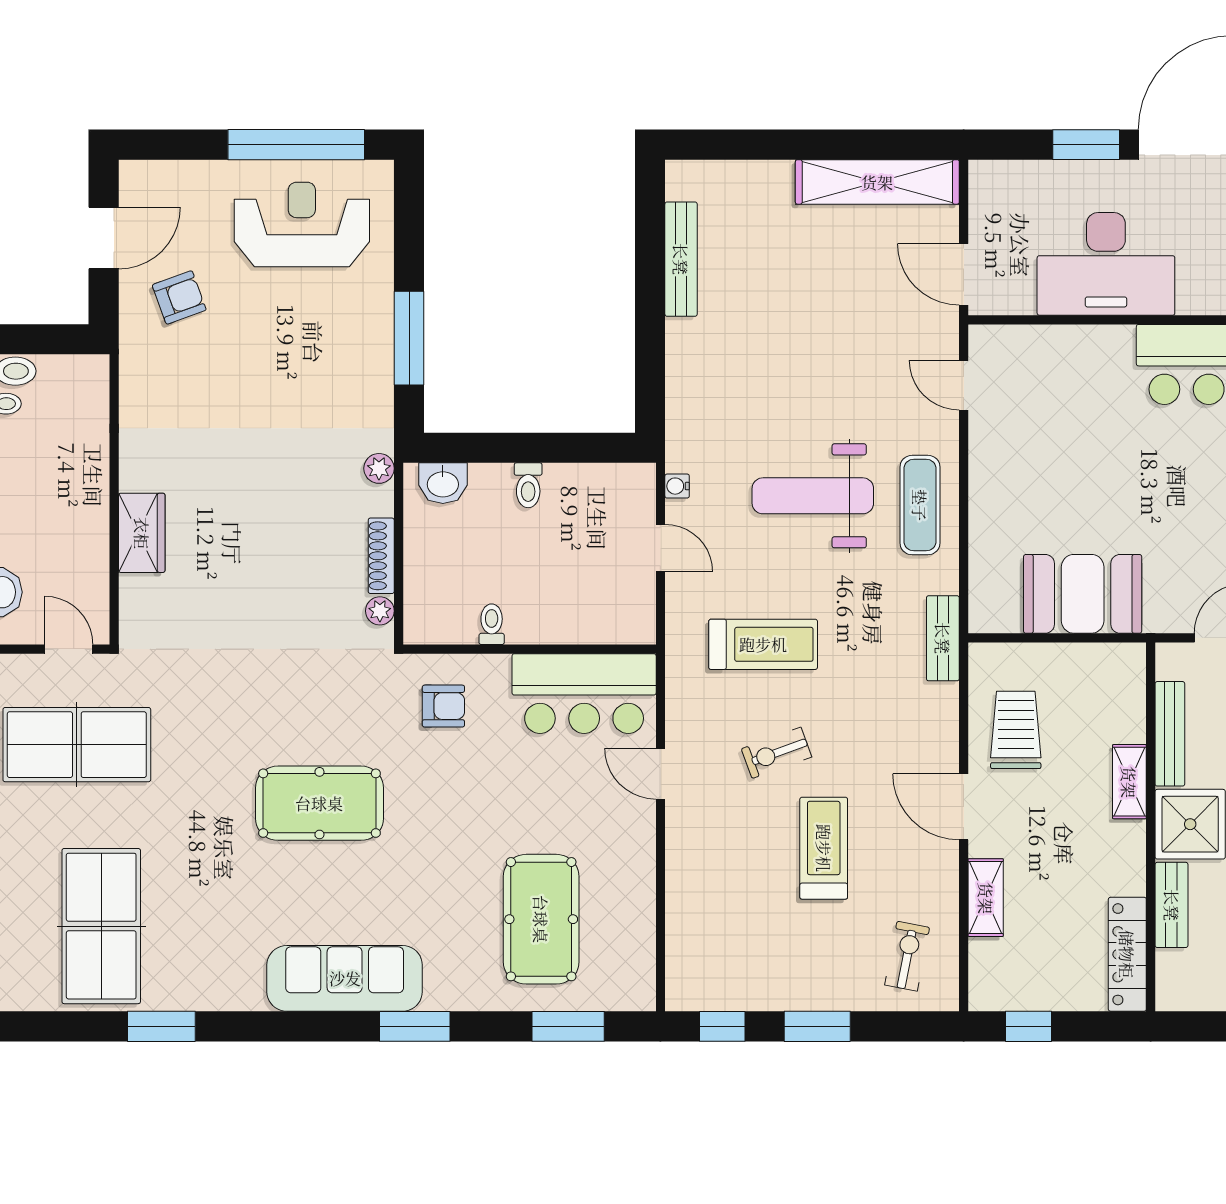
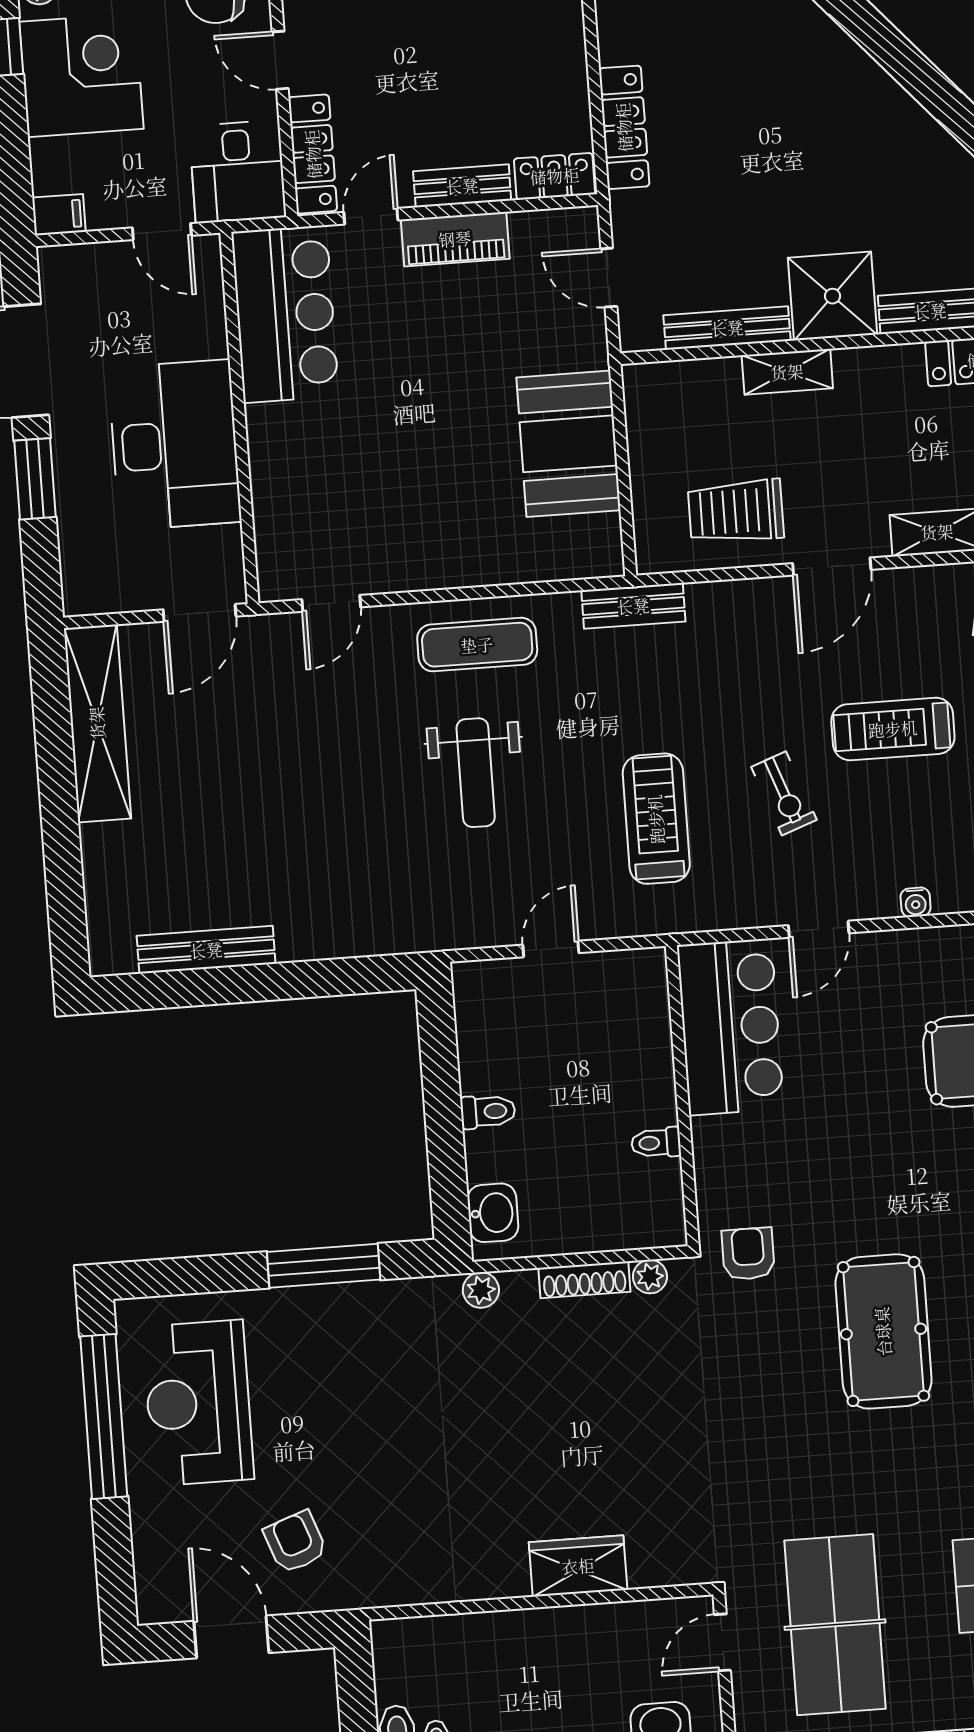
water cooler: (677, 486) -> (916, 902), moved
weight bench: (813, 496) -> (476, 773), width x0.73, depth x0.75
armchair: (443, 706) -> (748, 1254), moved

